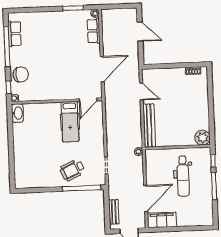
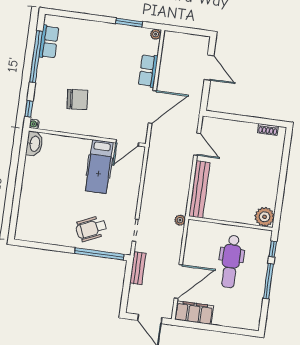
row of seats: (94, 31) -> (148, 71), moved
chair: (21, 75) -> (77, 100), moved
bench: (114, 212) -> (138, 268), moved

